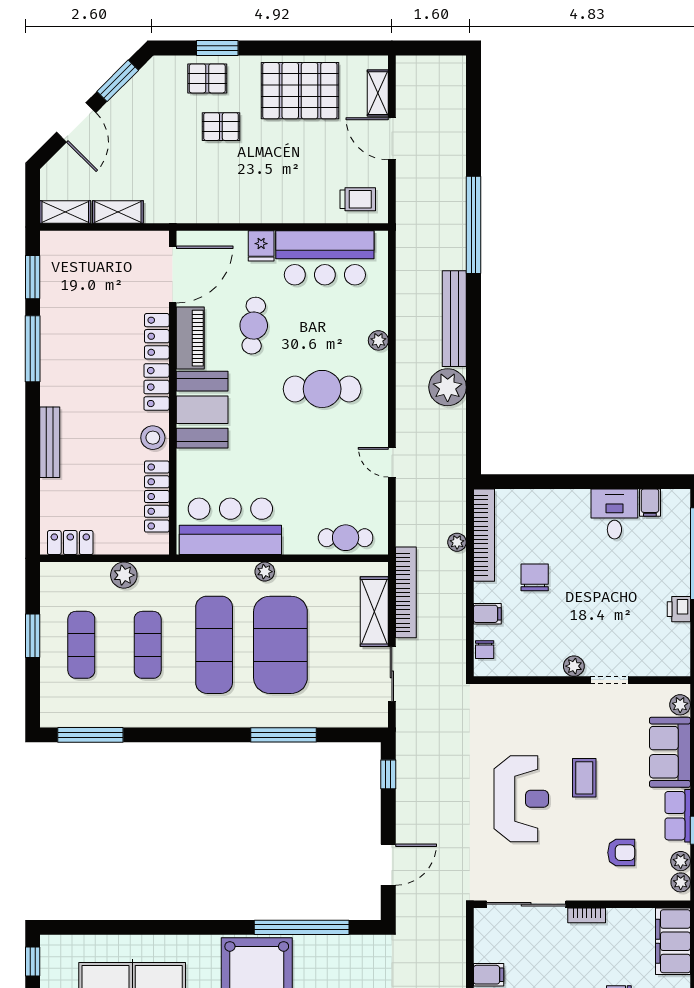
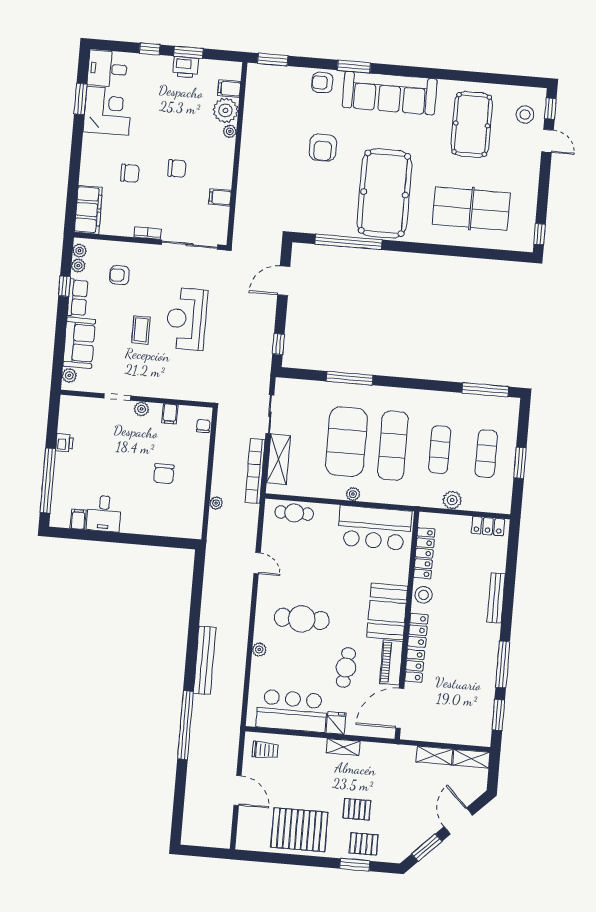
shelving: (378, 93) -> (343, 747), moved, turned 90
trolley: (358, 199) -> (265, 750), turned 180
plant: (448, 387) -> (213, 613), removed
bookcase: (484, 535) -> (197, 506), removed
filing cabinet: (487, 614) -> (170, 414), moved, turned -90

